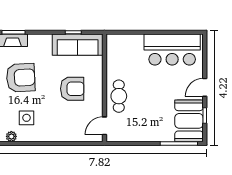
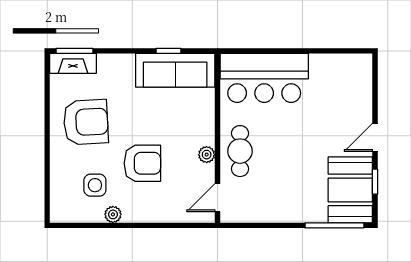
bar counter: (172, 50) -> (264, 78), moved
armchair: (72, 89) -> (142, 163), moved
plant: (98, 98) -> (207, 155), added
plant: (11, 136) -> (113, 214), moved

